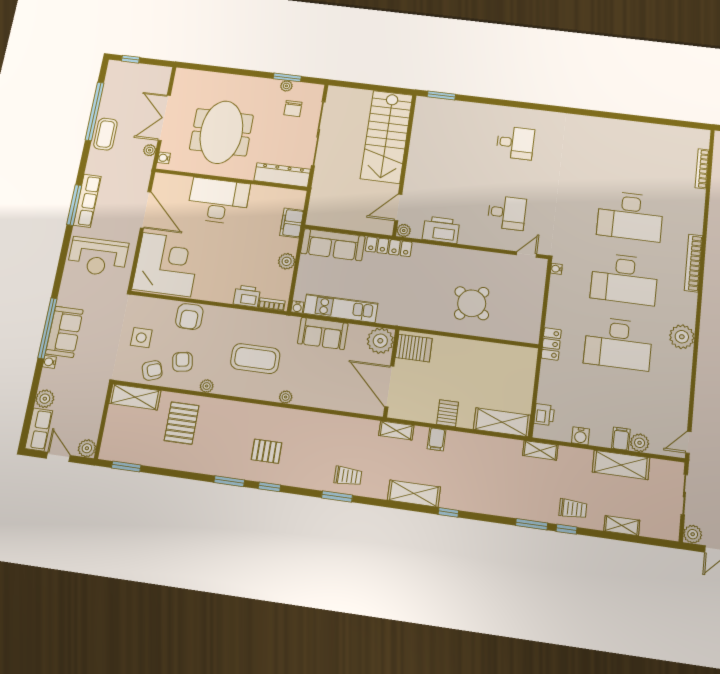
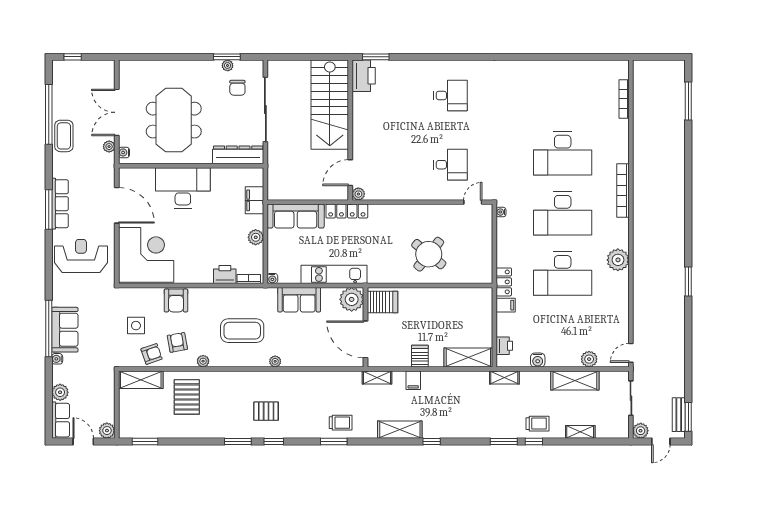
printer: (441, 230) -> (364, 76), moved, turned 90
reception desk: (98, 257) -> (81, 256), turned 180
kitchen unit: (341, 308) -> (334, 274), moved
filing cabinet: (621, 439) -> (506, 305), moved, turned 90

